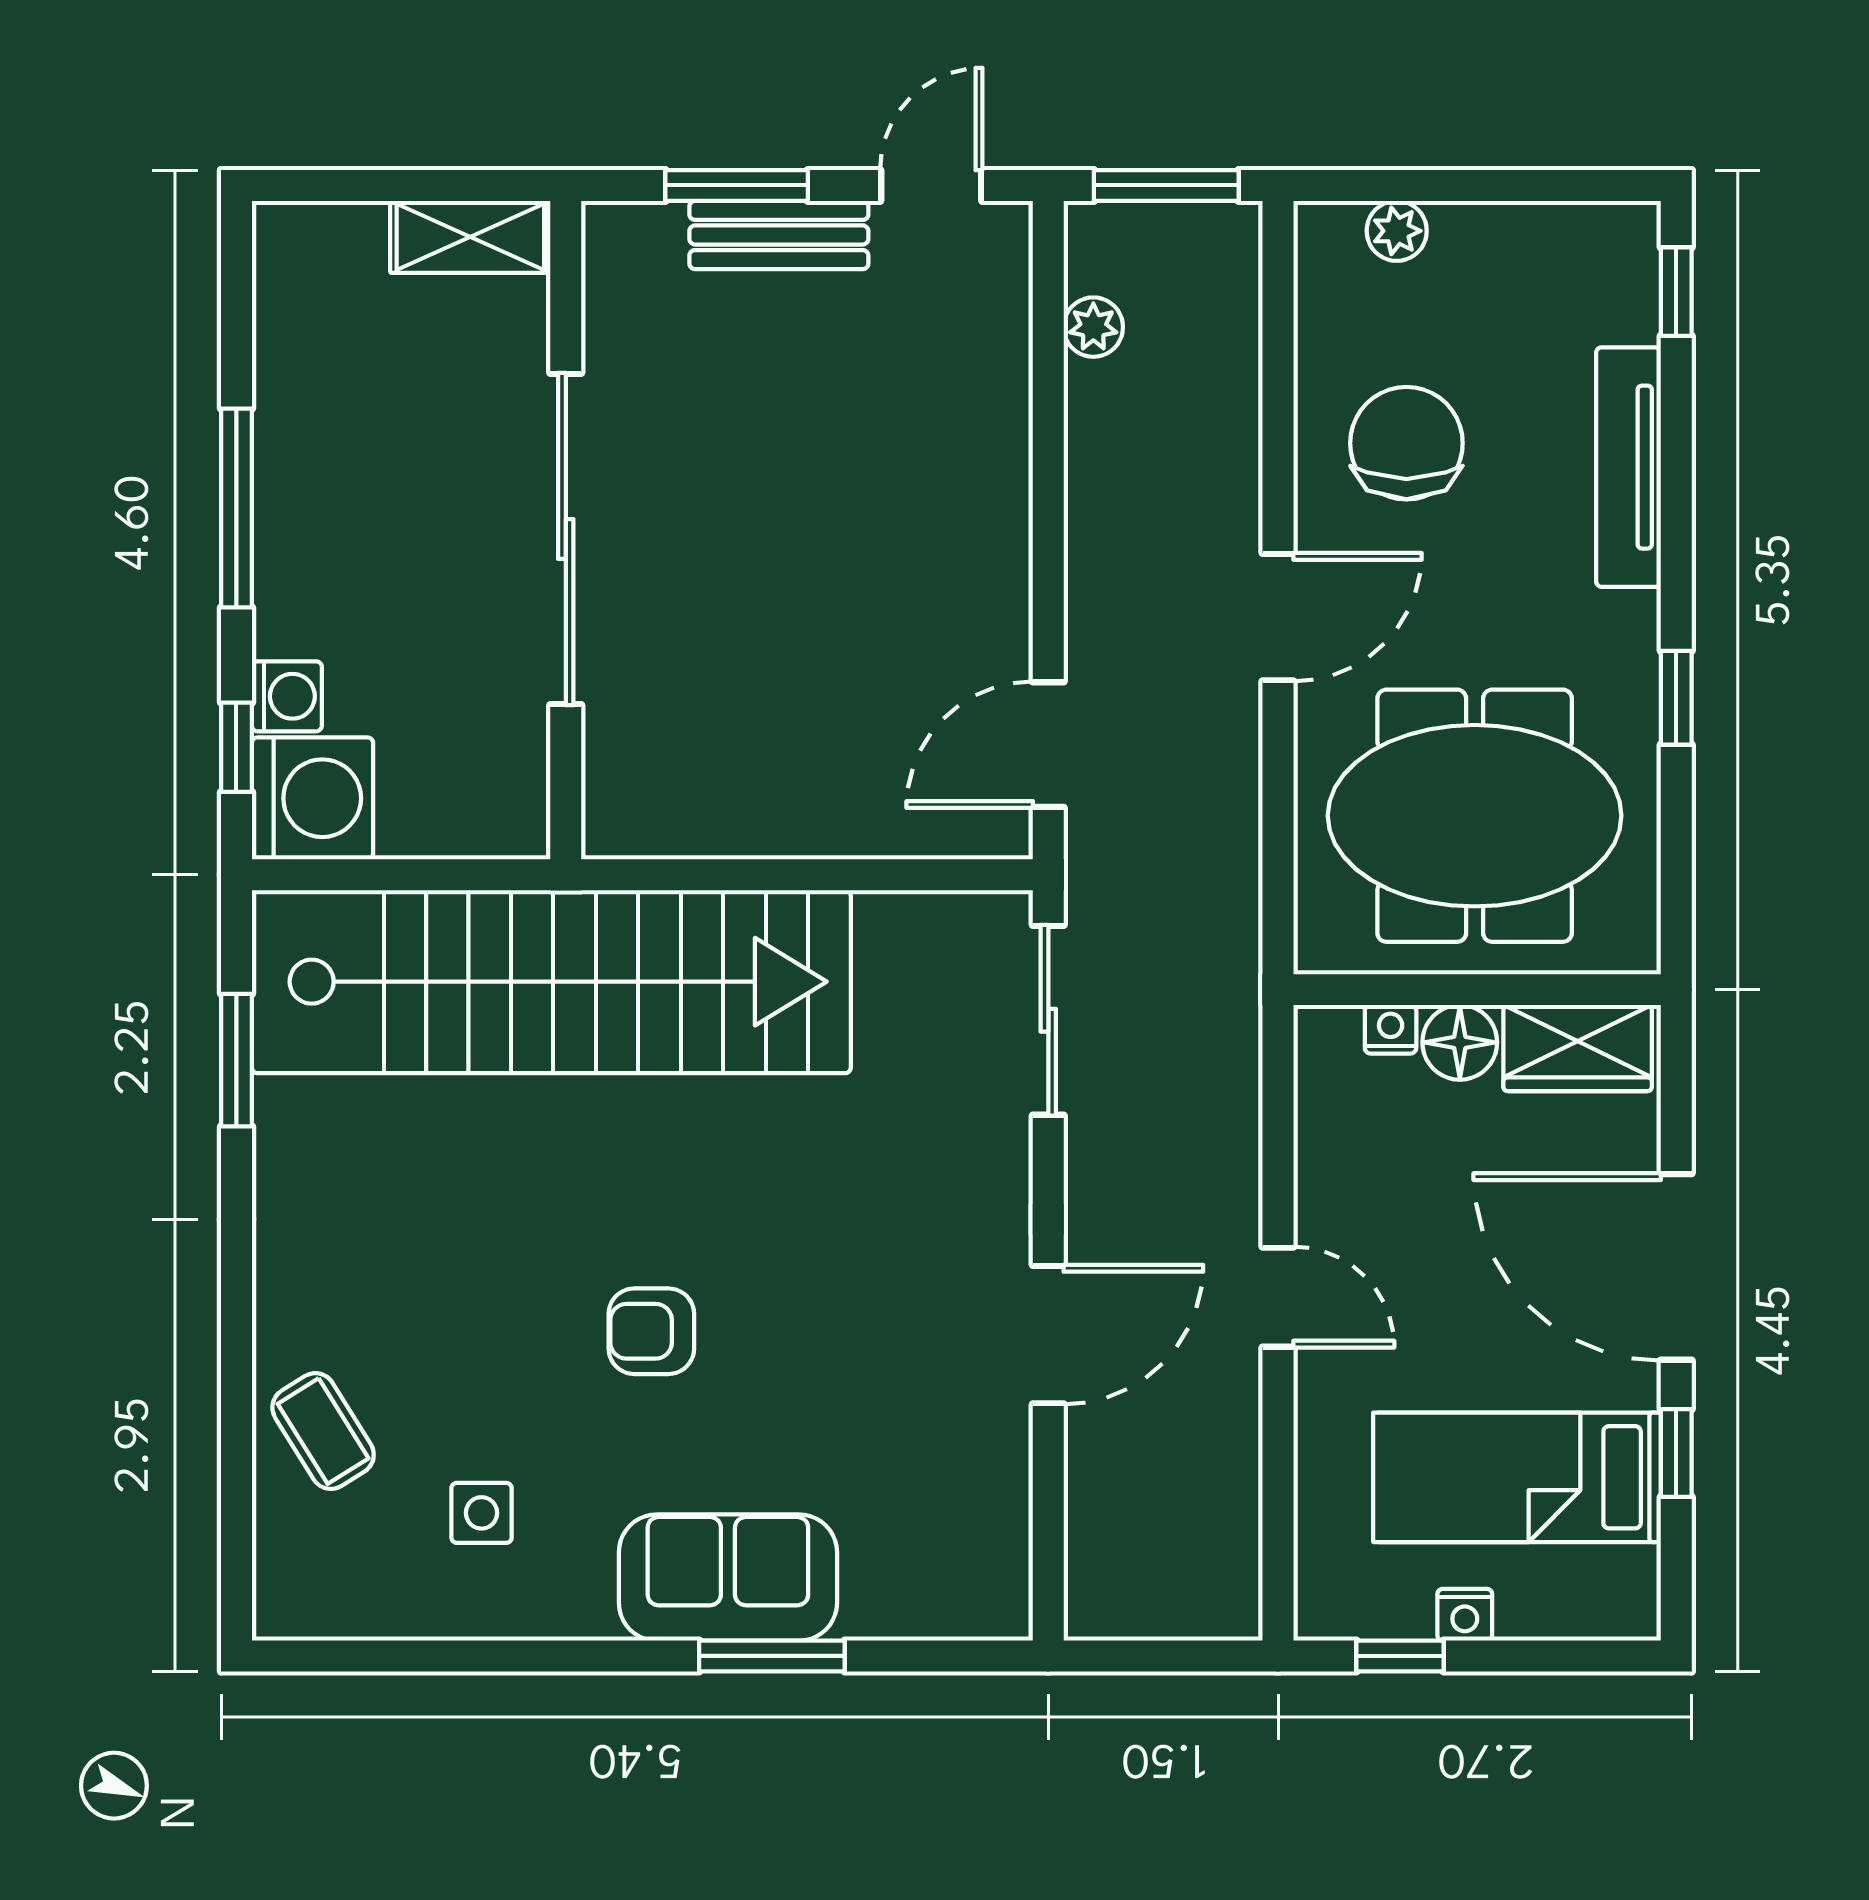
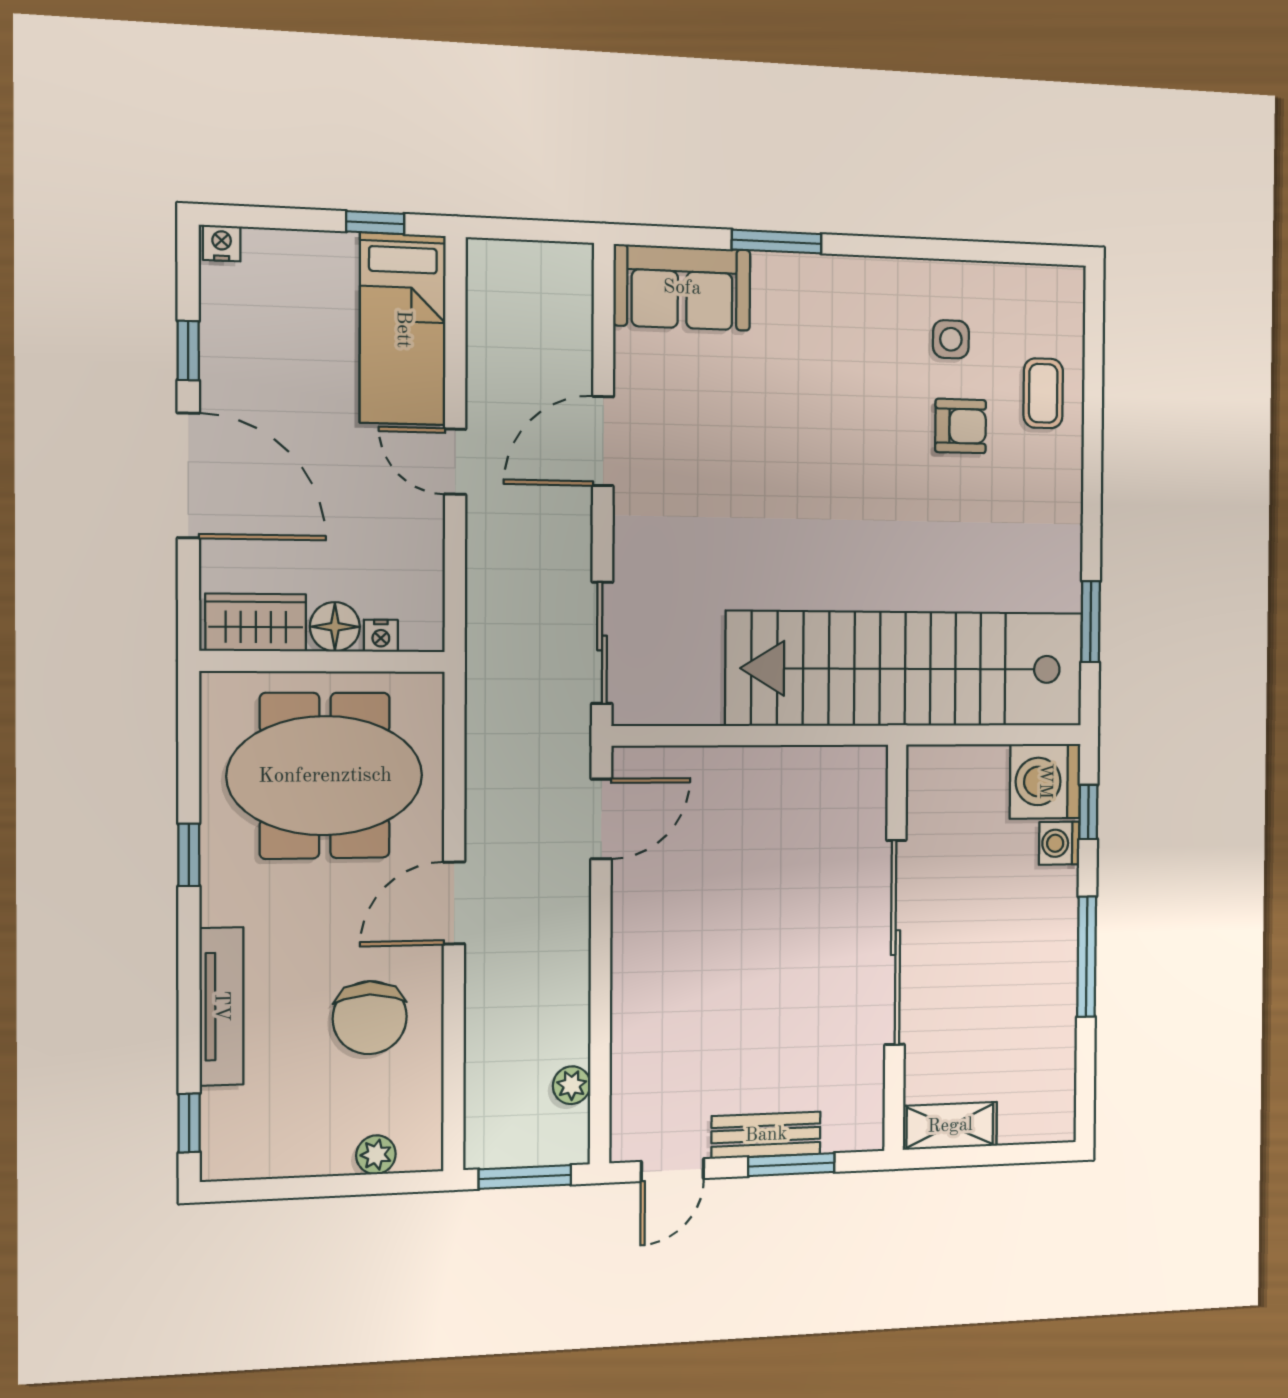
armchair: (651, 1331) -> (961, 426), moved
coffee table: (323, 1431) -> (1043, 393), turned 32
bed: (1517, 1477) -> (403, 329), moved, turned 90
sofa: (728, 1578) -> (682, 288), moved
nightstand: (1465, 1615) -> (222, 243), moved

